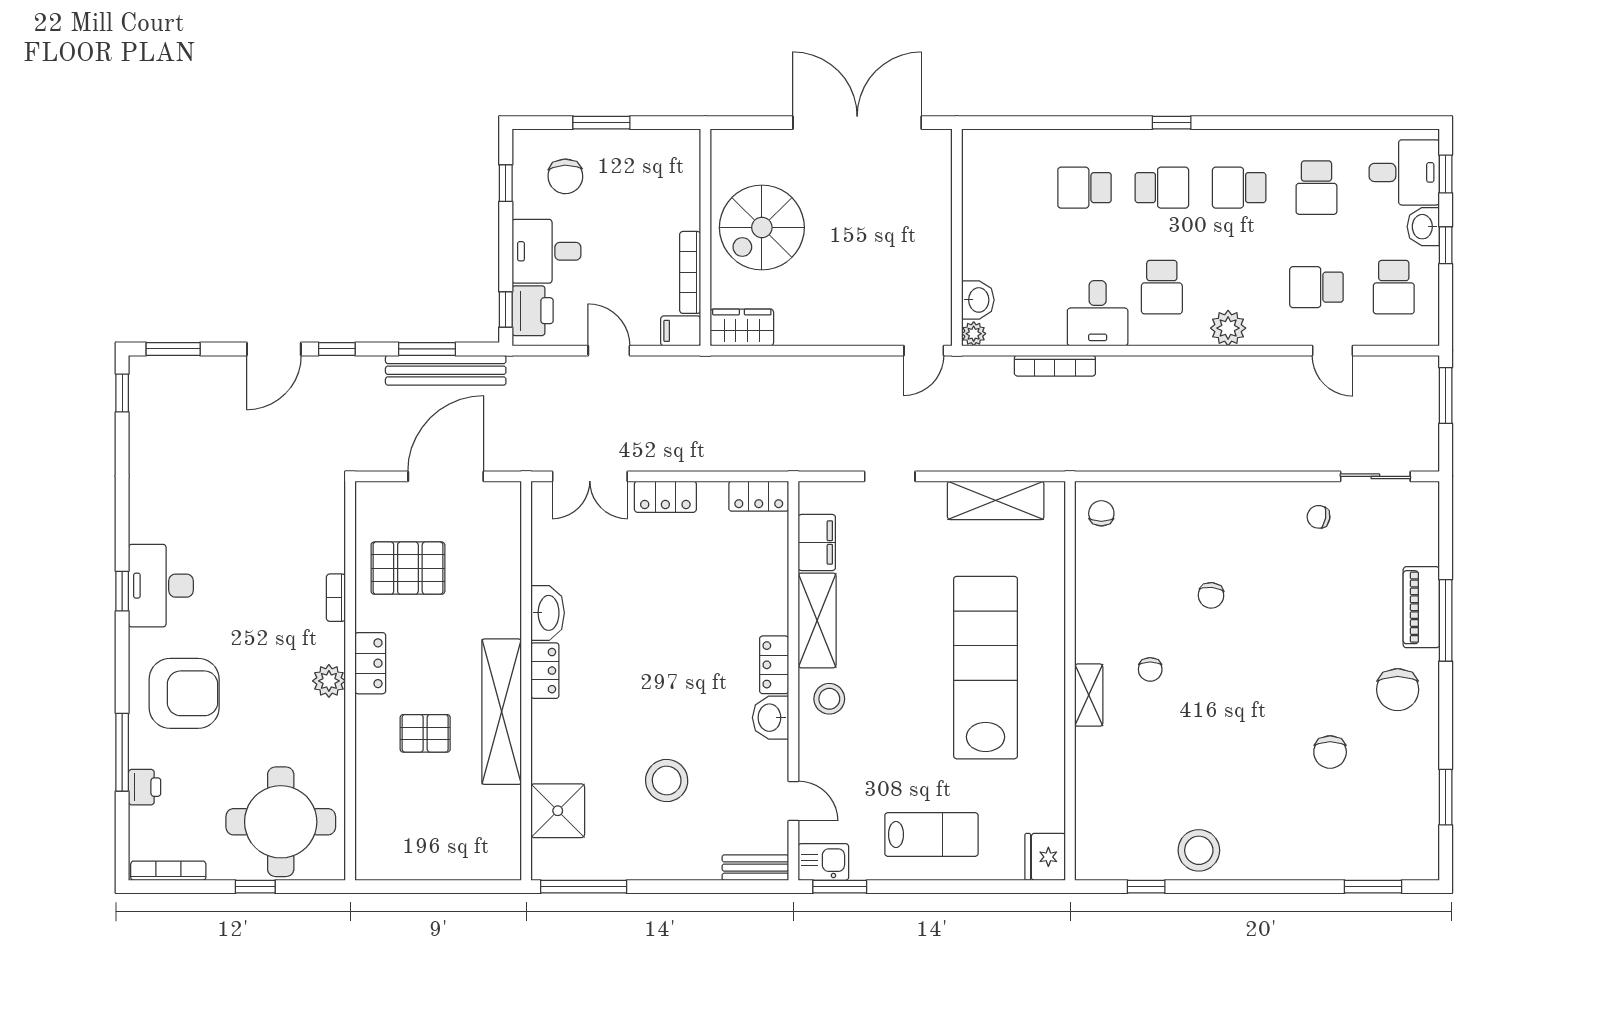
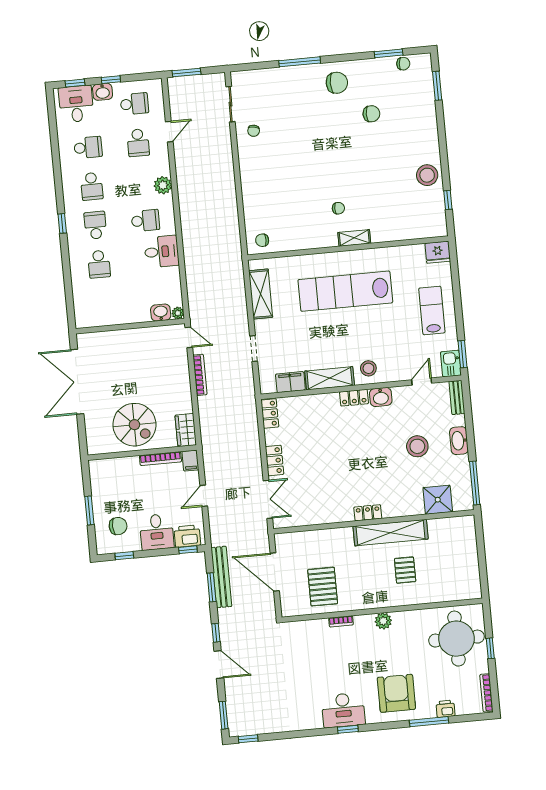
bookcase: (1055, 366) -> (200, 375), moved
chair: (1211, 595) -> (403, 64), moved
piano: (1421, 607) -> (294, 75), removed
washbasin: (548, 613) -> (459, 441), moved, turned -90
locker: (370, 663) -> (372, 601), removed

